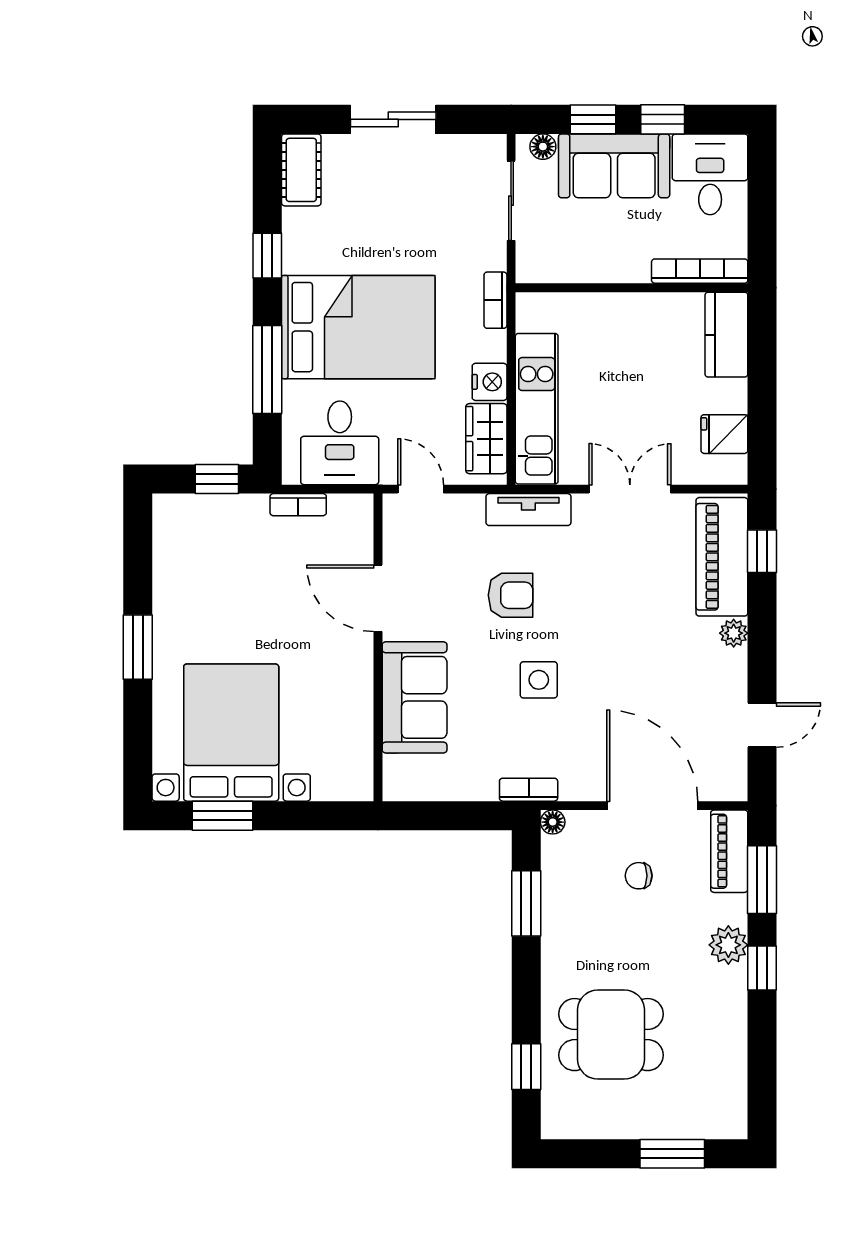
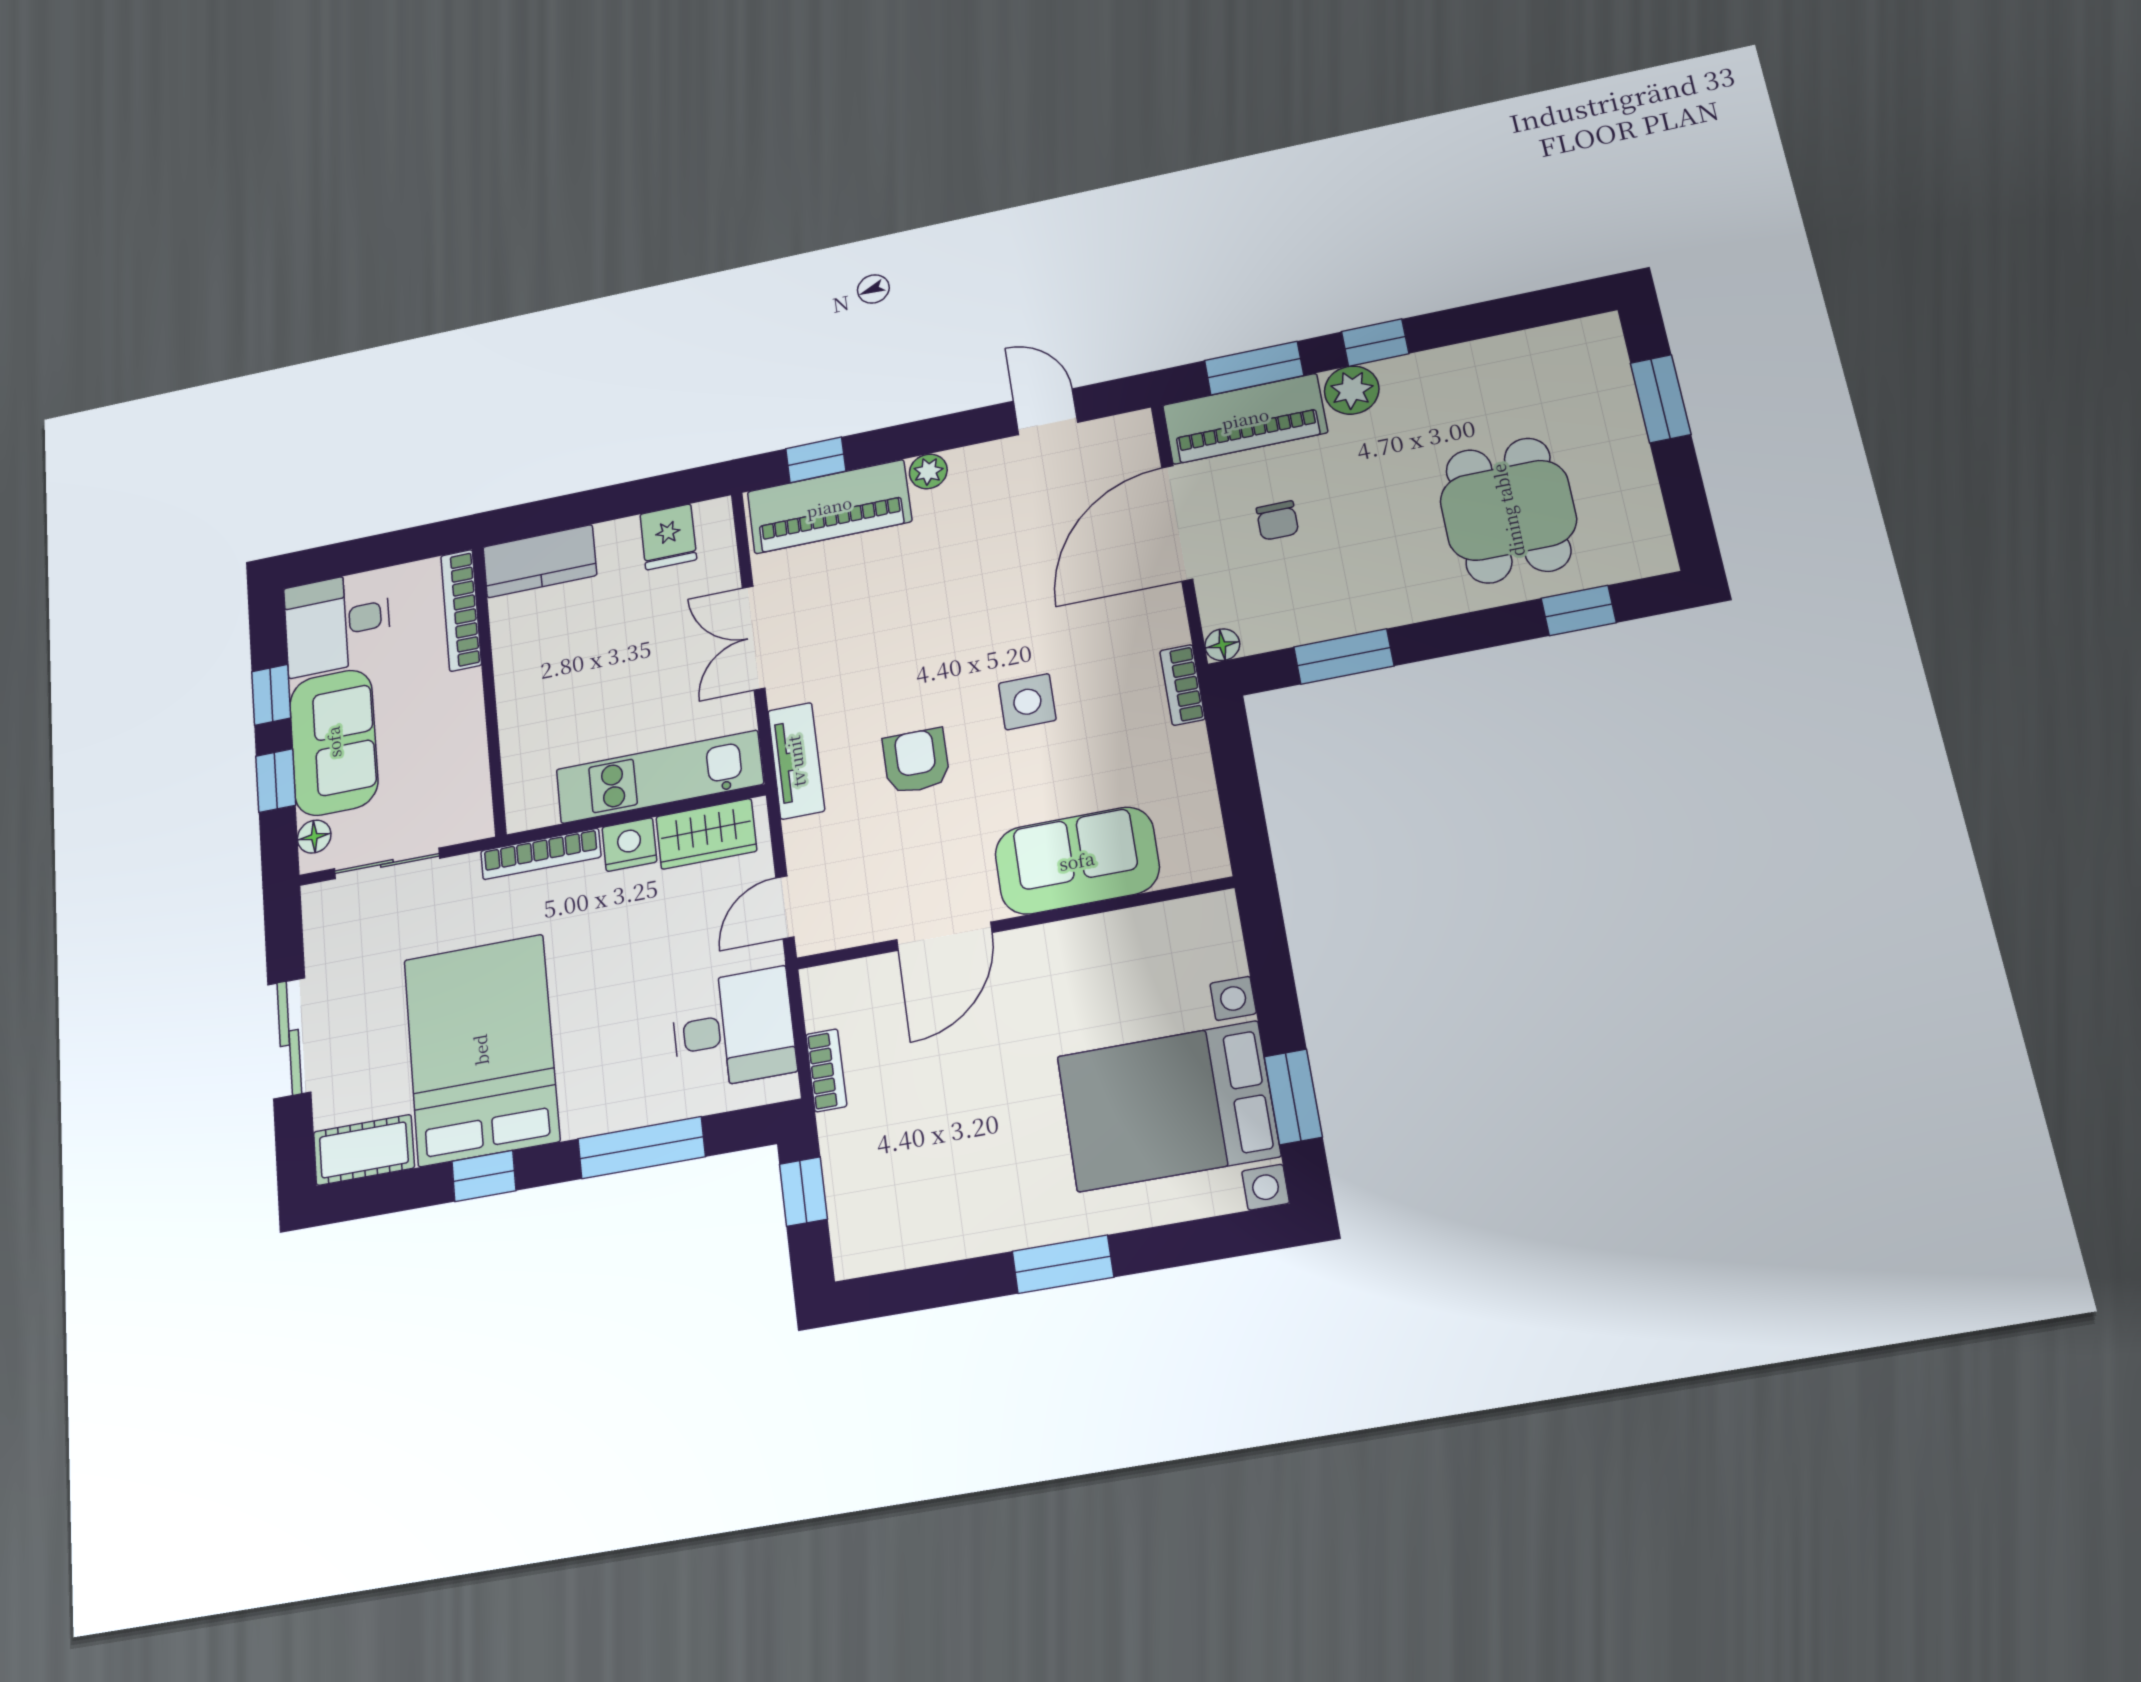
bookcase: (495, 300) -> (541, 854), width x1.56
bed: (358, 327) -> (481, 1050), moved
piano: (729, 851) -> (1245, 419), width x1.37, depth x1.33

